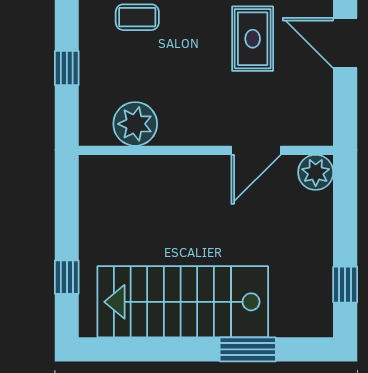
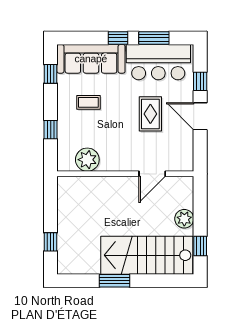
plant: (316, 172) -> (184, 219), moved
stairs: (183, 302) -> (147, 255), moved
window: (248, 349) -> (115, 281), moved

